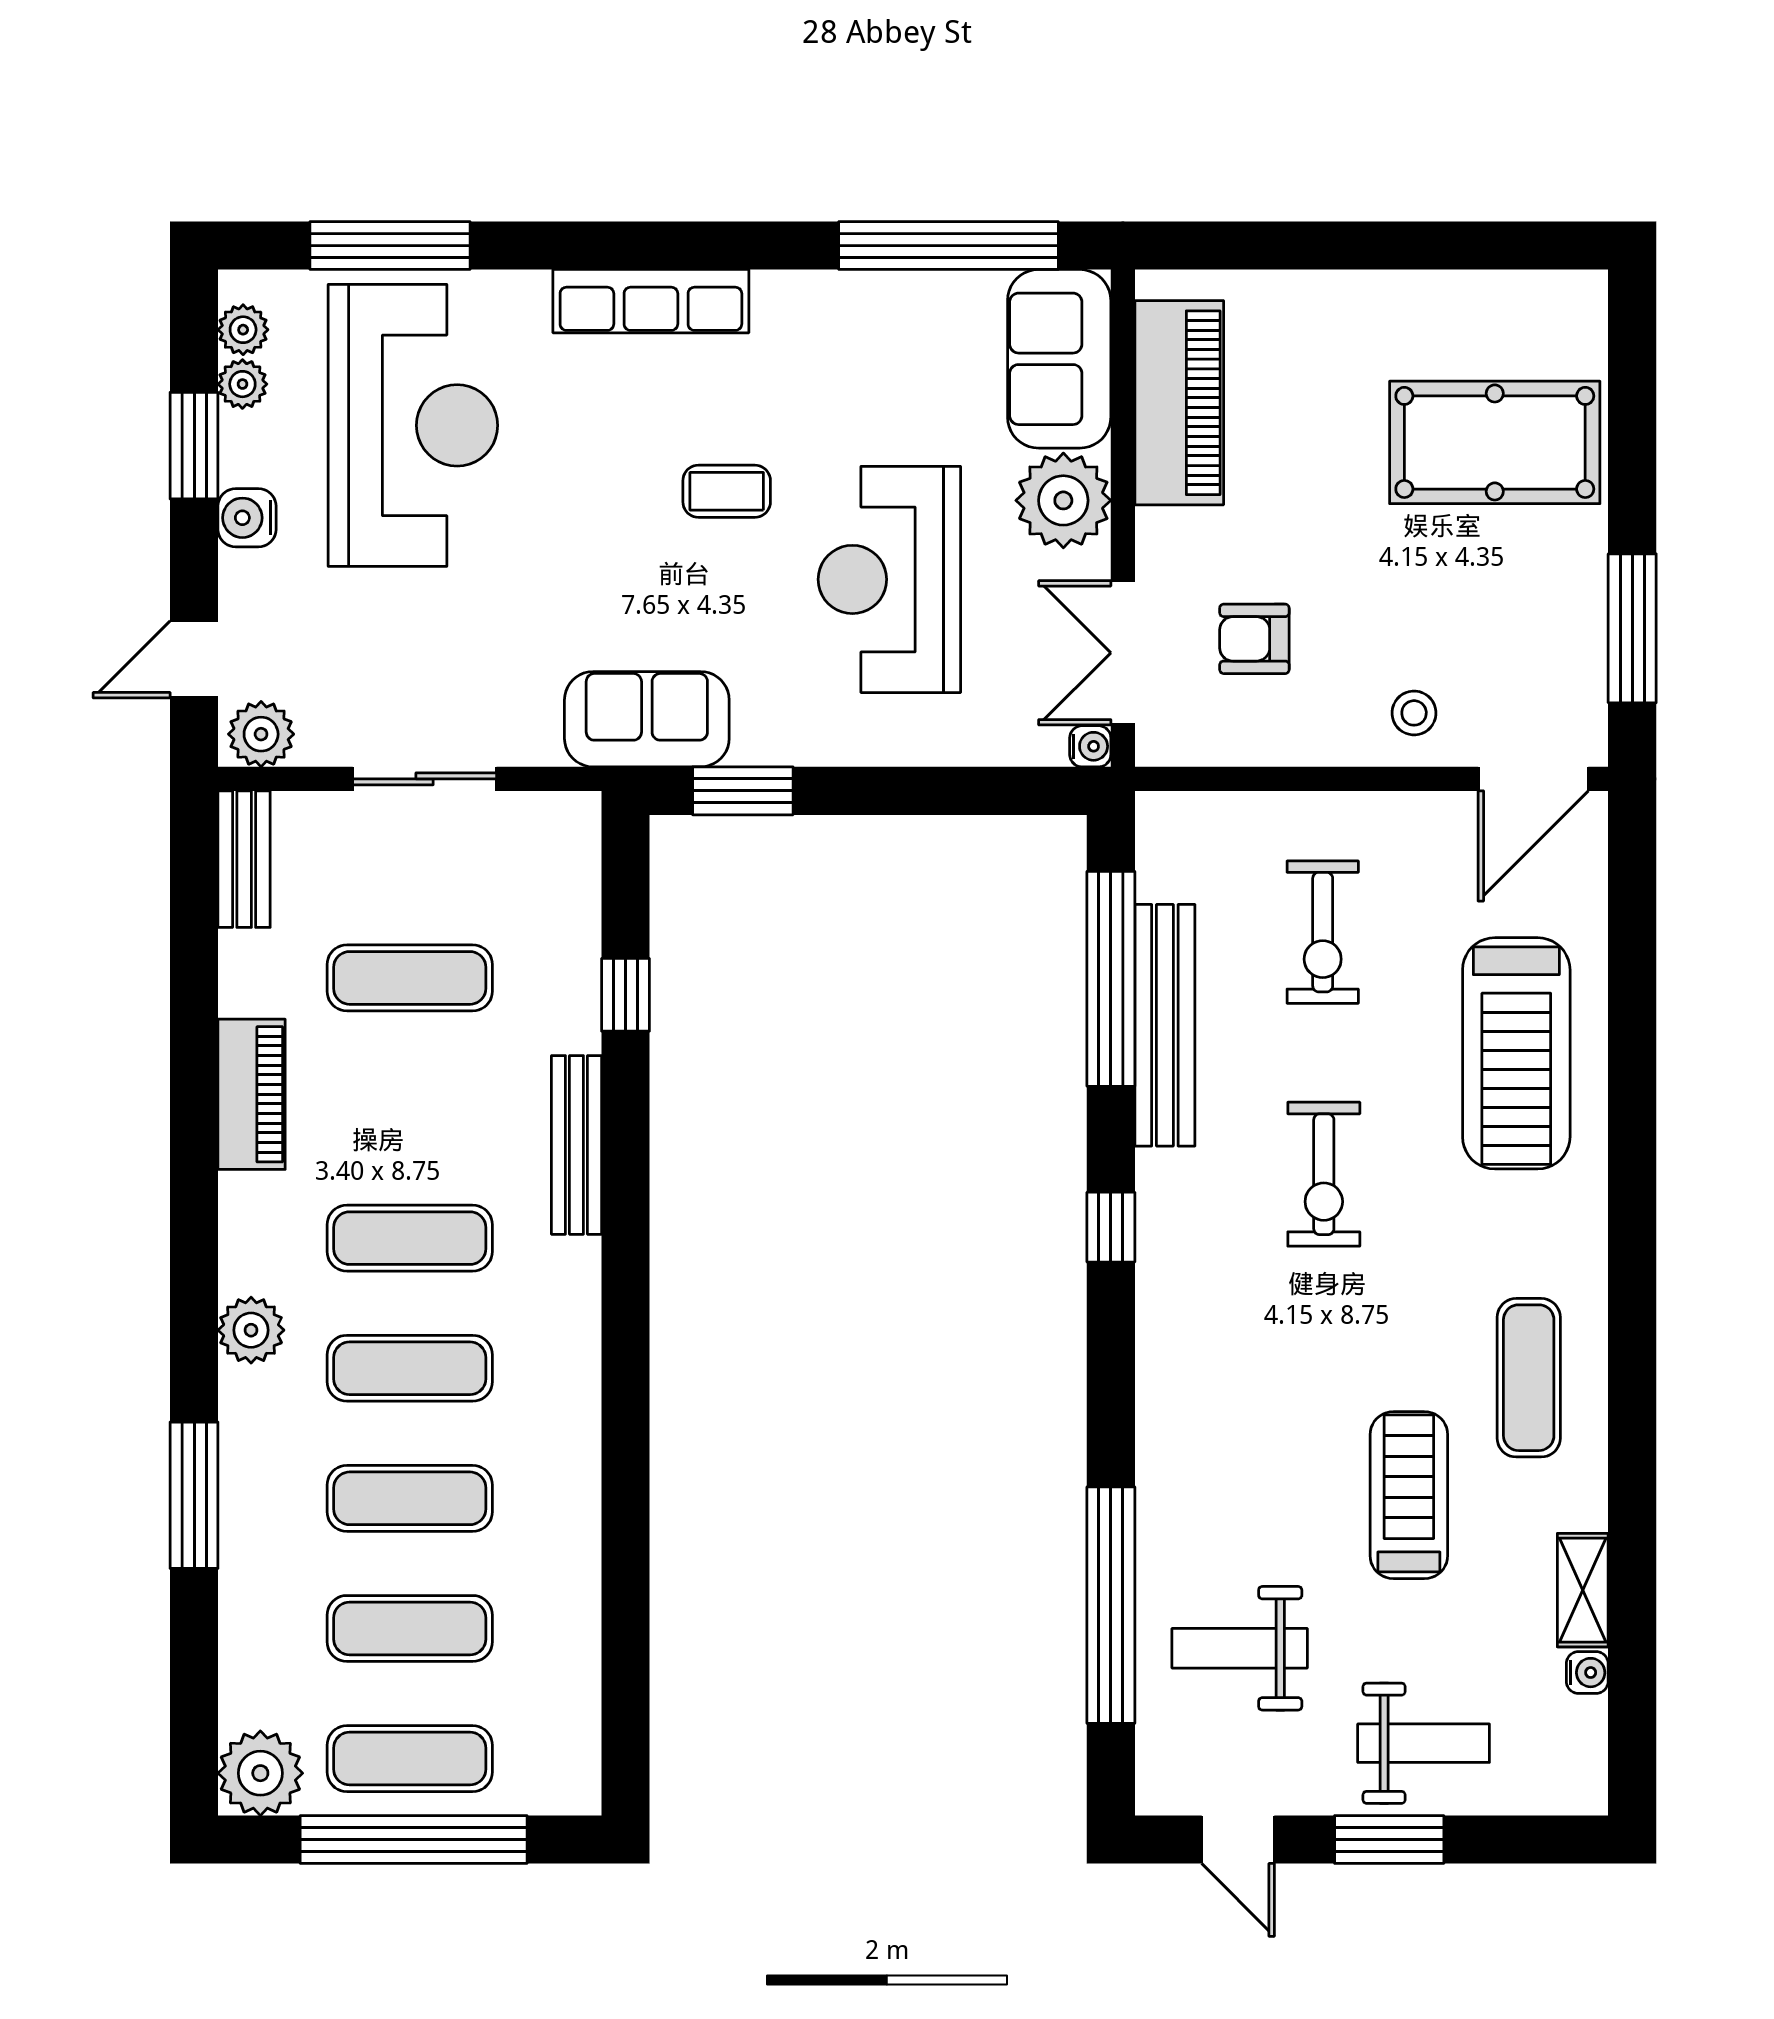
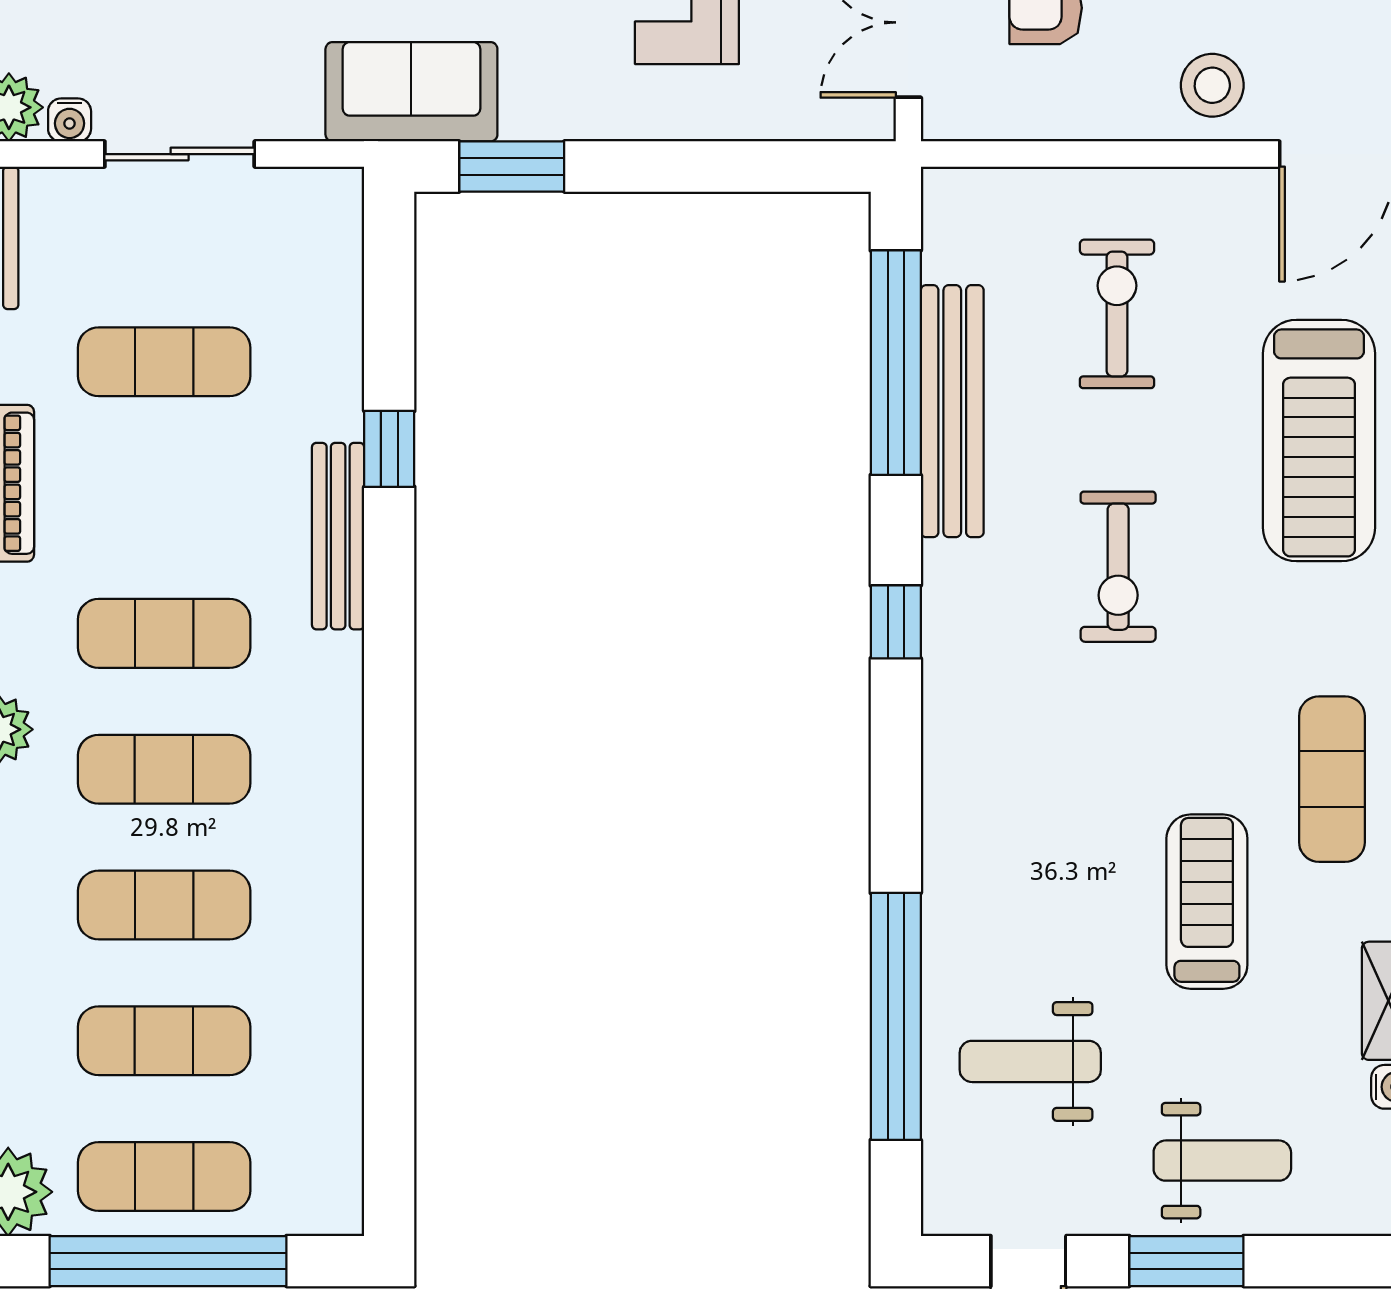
stool: (1414, 713) -> (1212, 85), width x1.37, depth x1.37
water cooler: (1090, 746) -> (70, 120), moved, turned 90
exercise bike: (1323, 932) -> (1117, 314), turned 180
window: (625, 995) -> (389, 449), moved

